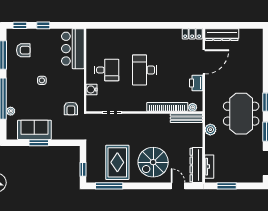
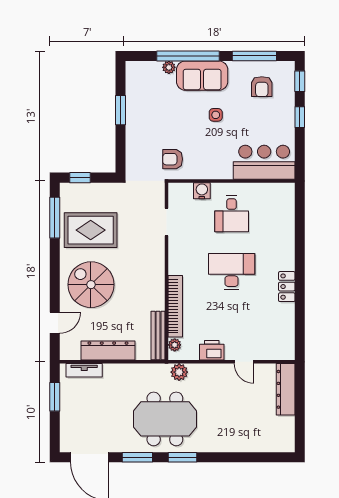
locker: (192, 34) -> (287, 287), moved
door: (204, 62) -> (244, 362), width x0.53
sofa: (34, 130) -> (202, 76), moved, turned 90
plant: (210, 130) -> (179, 372), moved
dresser: (196, 165) -> (108, 351), moved

